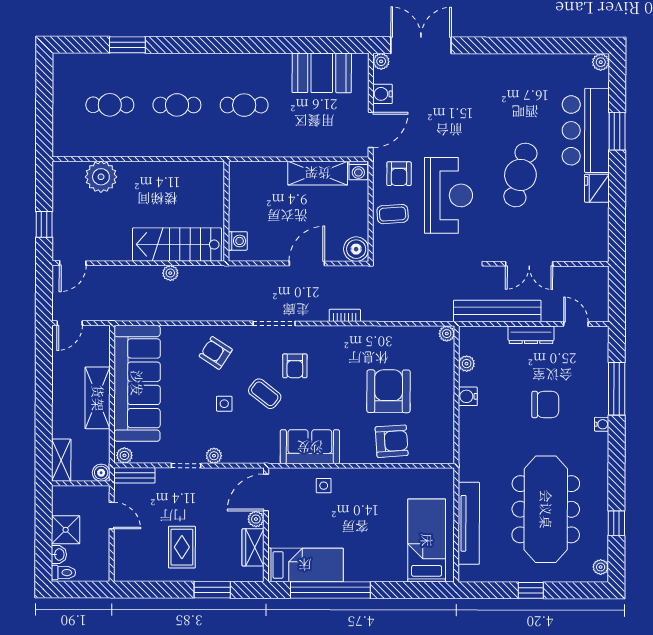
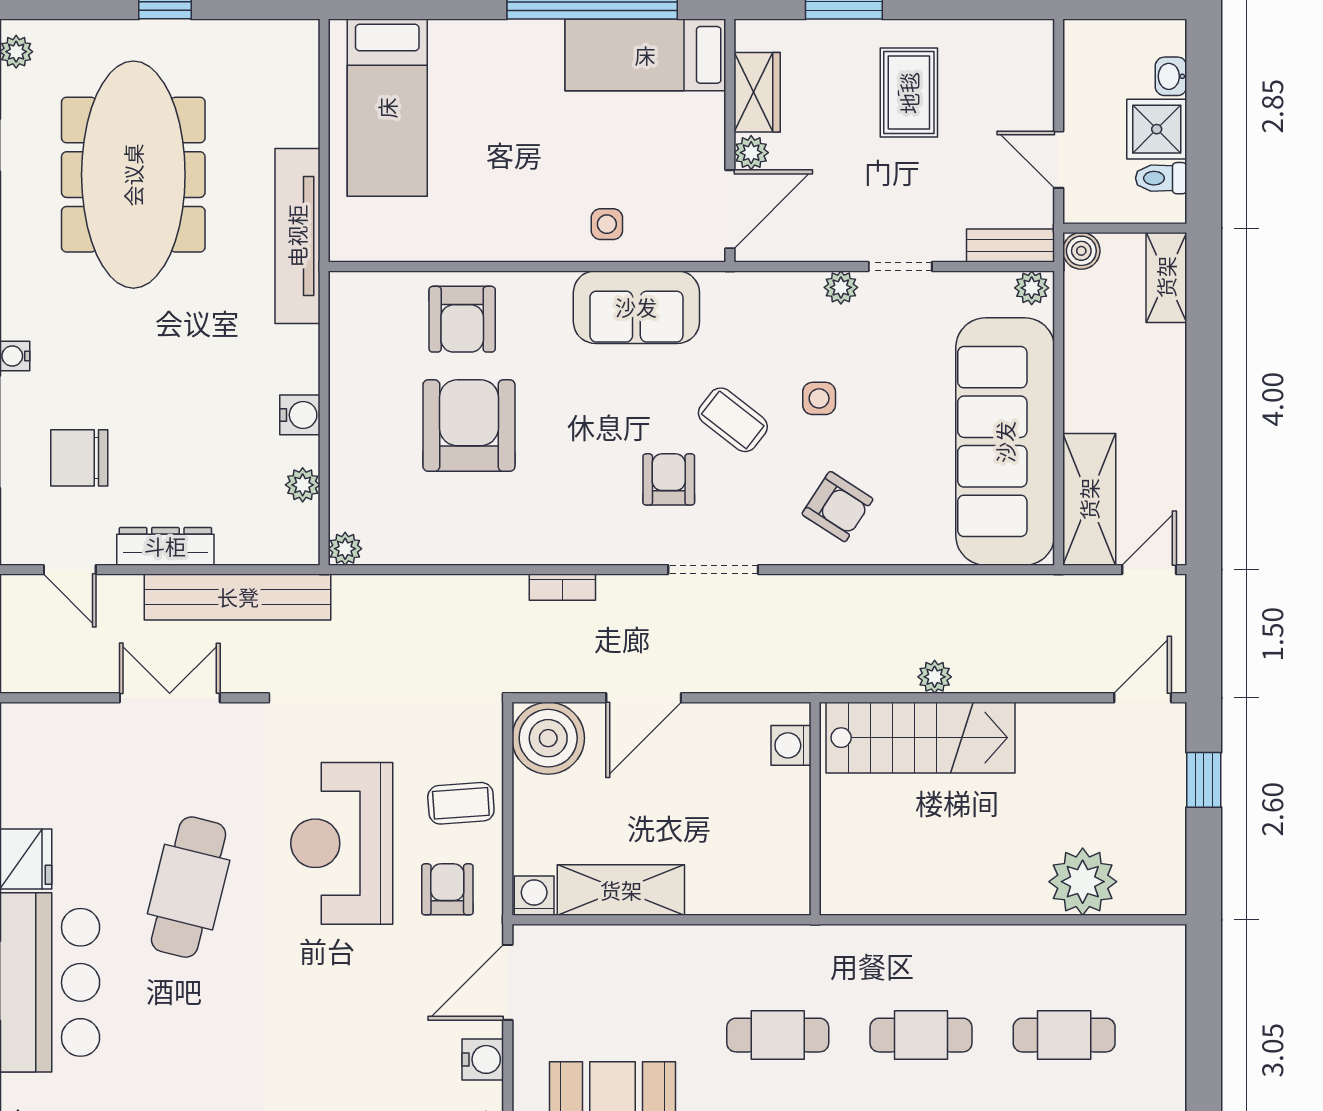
boiler: (356, 249) -> (548, 738), width x1.37, depth x1.37
armchair: (389, 391) -> (469, 426), turned 180
shelving: (98, 398) -> (1089, 499), moved
chair: (545, 404) -> (79, 458), moved
armchair: (392, 441) -> (462, 319), turned -86
tv unit: (469, 523) -> (297, 236), moved
toilet: (64, 573) -> (1161, 178), moved

